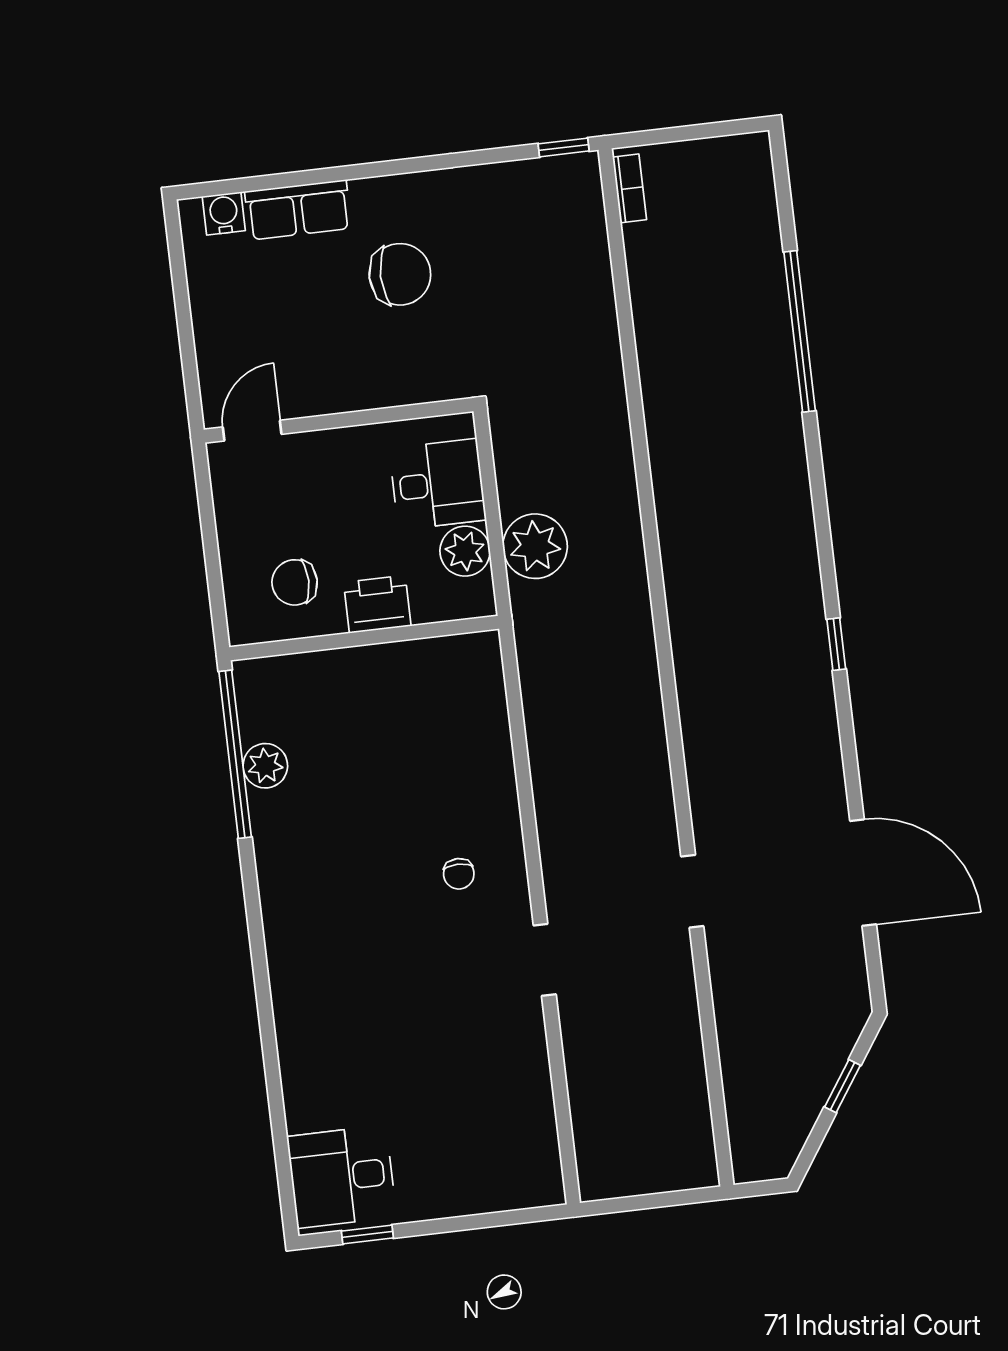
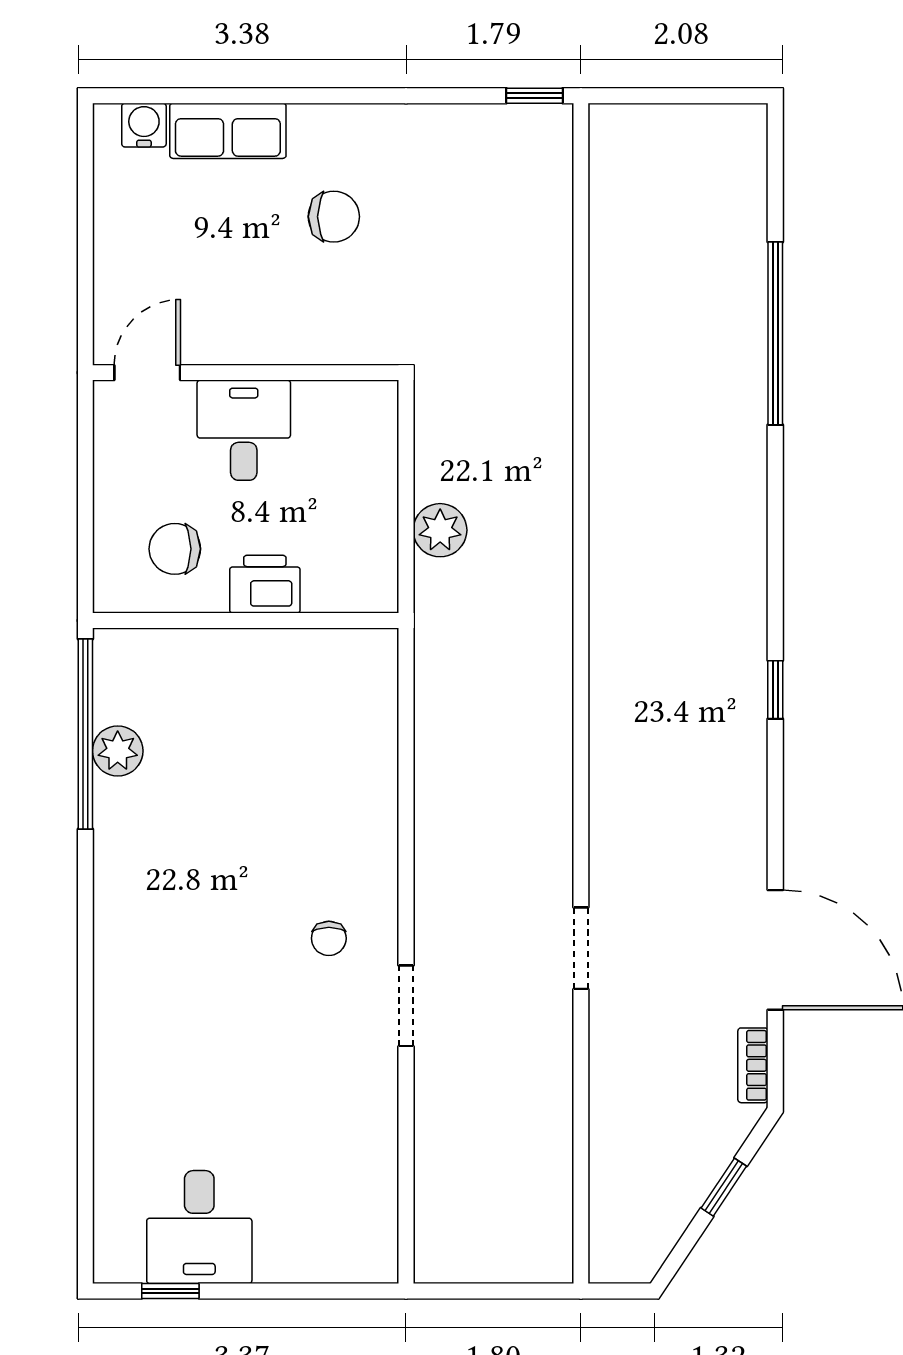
bookcase: (630, 188) -> (753, 1065), moved, turned 180
chair: (400, 274) -> (334, 217), width x0.73, depth x0.73
desk: (438, 484) -> (244, 430), moved, turned -90
plant: (535, 546) -> (440, 530), width x0.73, depth x0.73
plant: (465, 551) -> (370, 536), removed
chair: (459, 874) -> (329, 938), moved
desk: (342, 1177) -> (199, 1227), moved, turned -90

